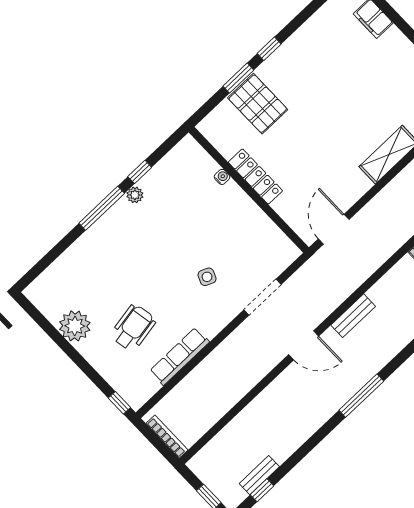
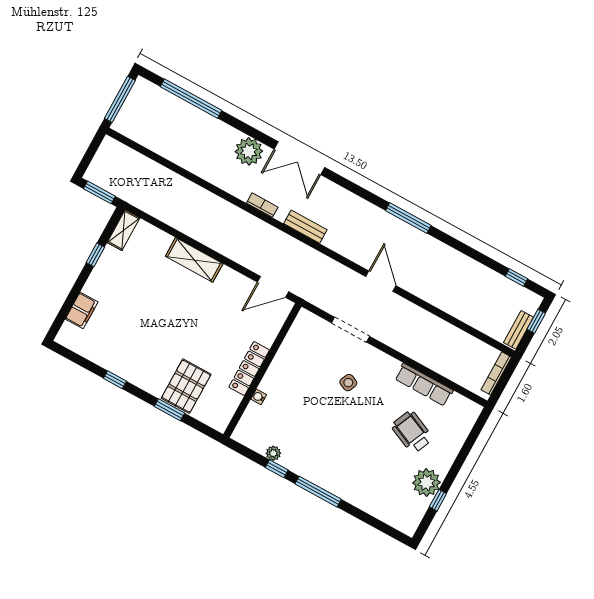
window: (269, 49) -> (115, 380), moved
plant: (135, 195) -> (273, 453), moved
bench: (353, 316) -> (305, 227), moved
wheelchair: (133, 328) -> (412, 432), turned 34
window: (119, 403) -> (438, 500), moved
bench: (259, 475) -> (518, 330), moved, turned 90

